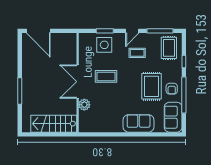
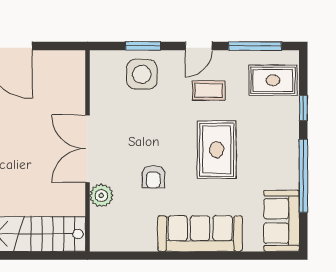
rug: (169, 48) -> (273, 80), turned 90
coffee table: (106, 76) -> (145, 138), removed
rug: (152, 86) -> (217, 150), moved
armchair: (172, 89) -> (153, 177), moved
sofa: (139, 123) -> (200, 234), width x1.36

